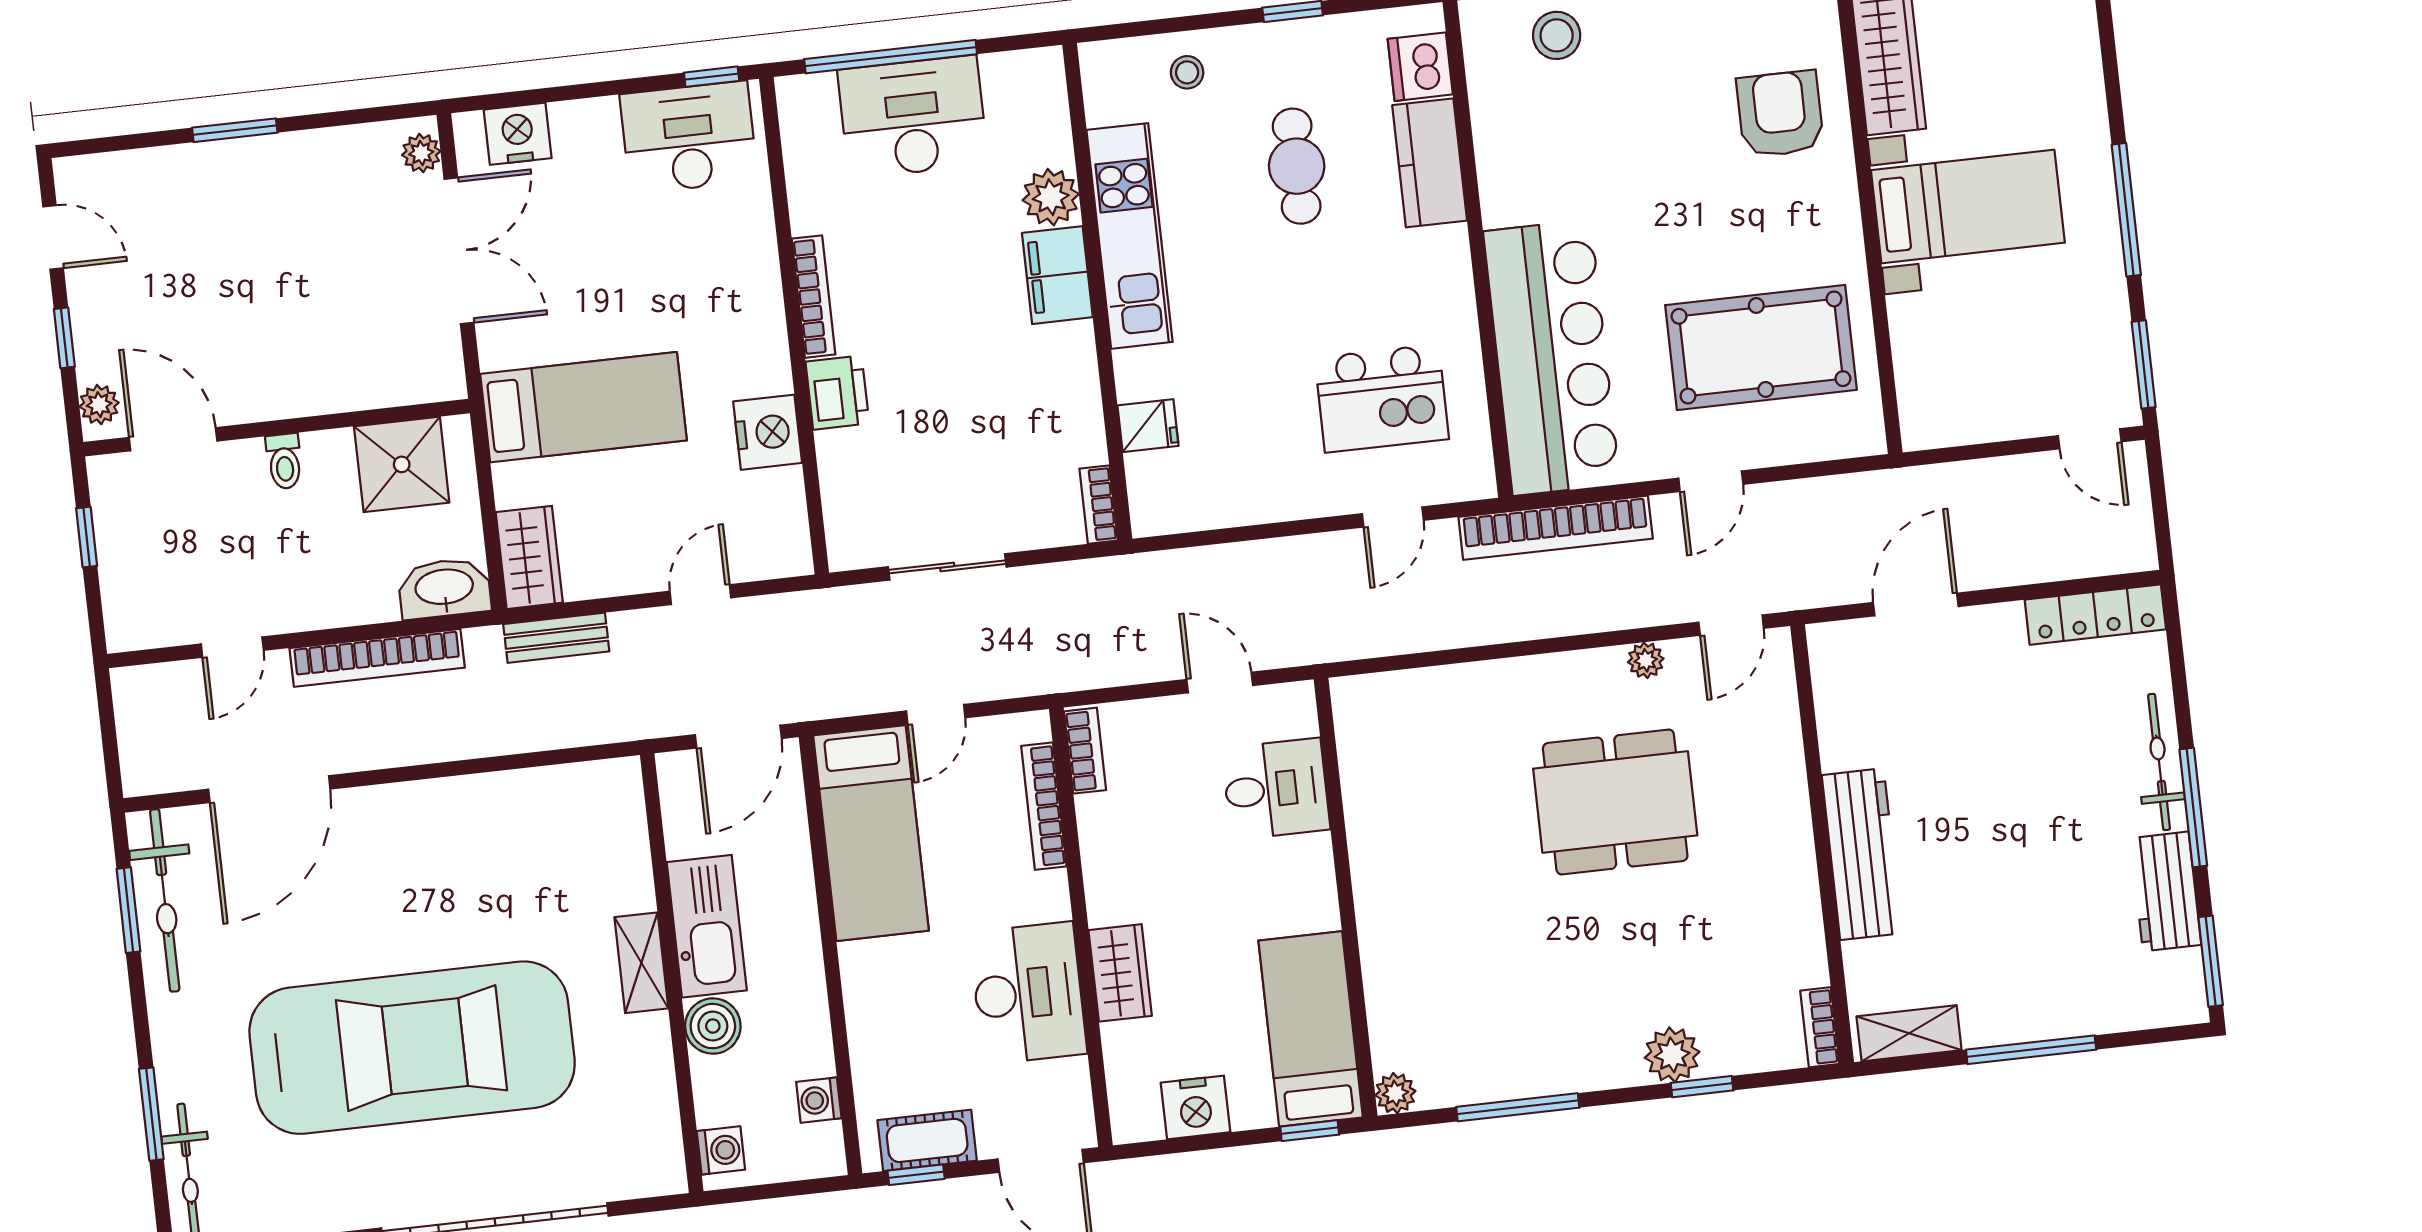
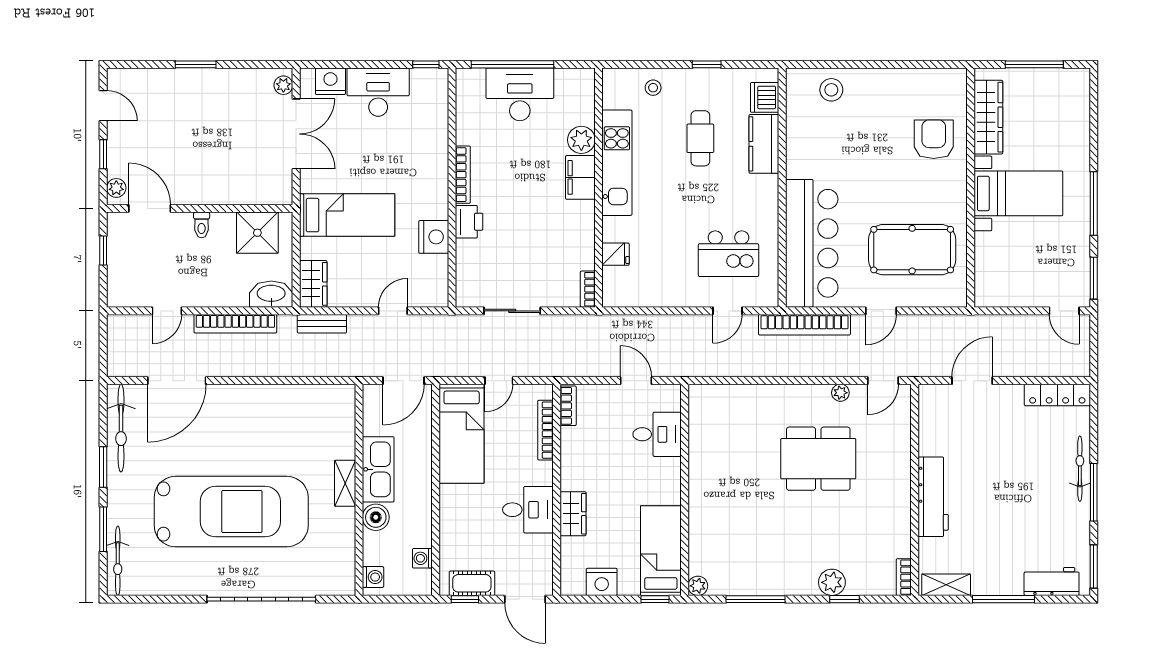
desk: (689, 137) -> (378, 92), moved
workbench: (2166, 891) -> (1052, 581), moved, turned 90
window: (128, 910) -> (103, 467), moved
desk: (1028, 993) -> (528, 510), width x0.73

